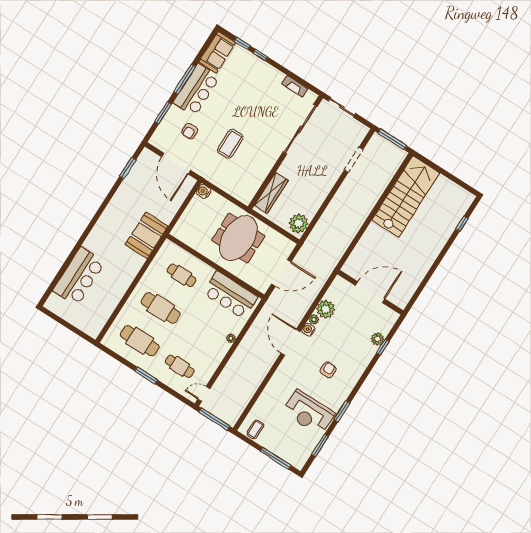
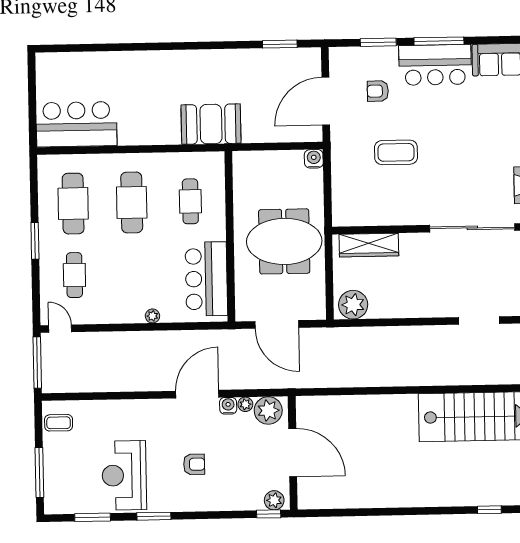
bar counter: (79, 276) -> (77, 124), moved, turned 180
door: (370, 292) -> (293, 453), moved
wall: (370, 292) -> (293, 453), moved

